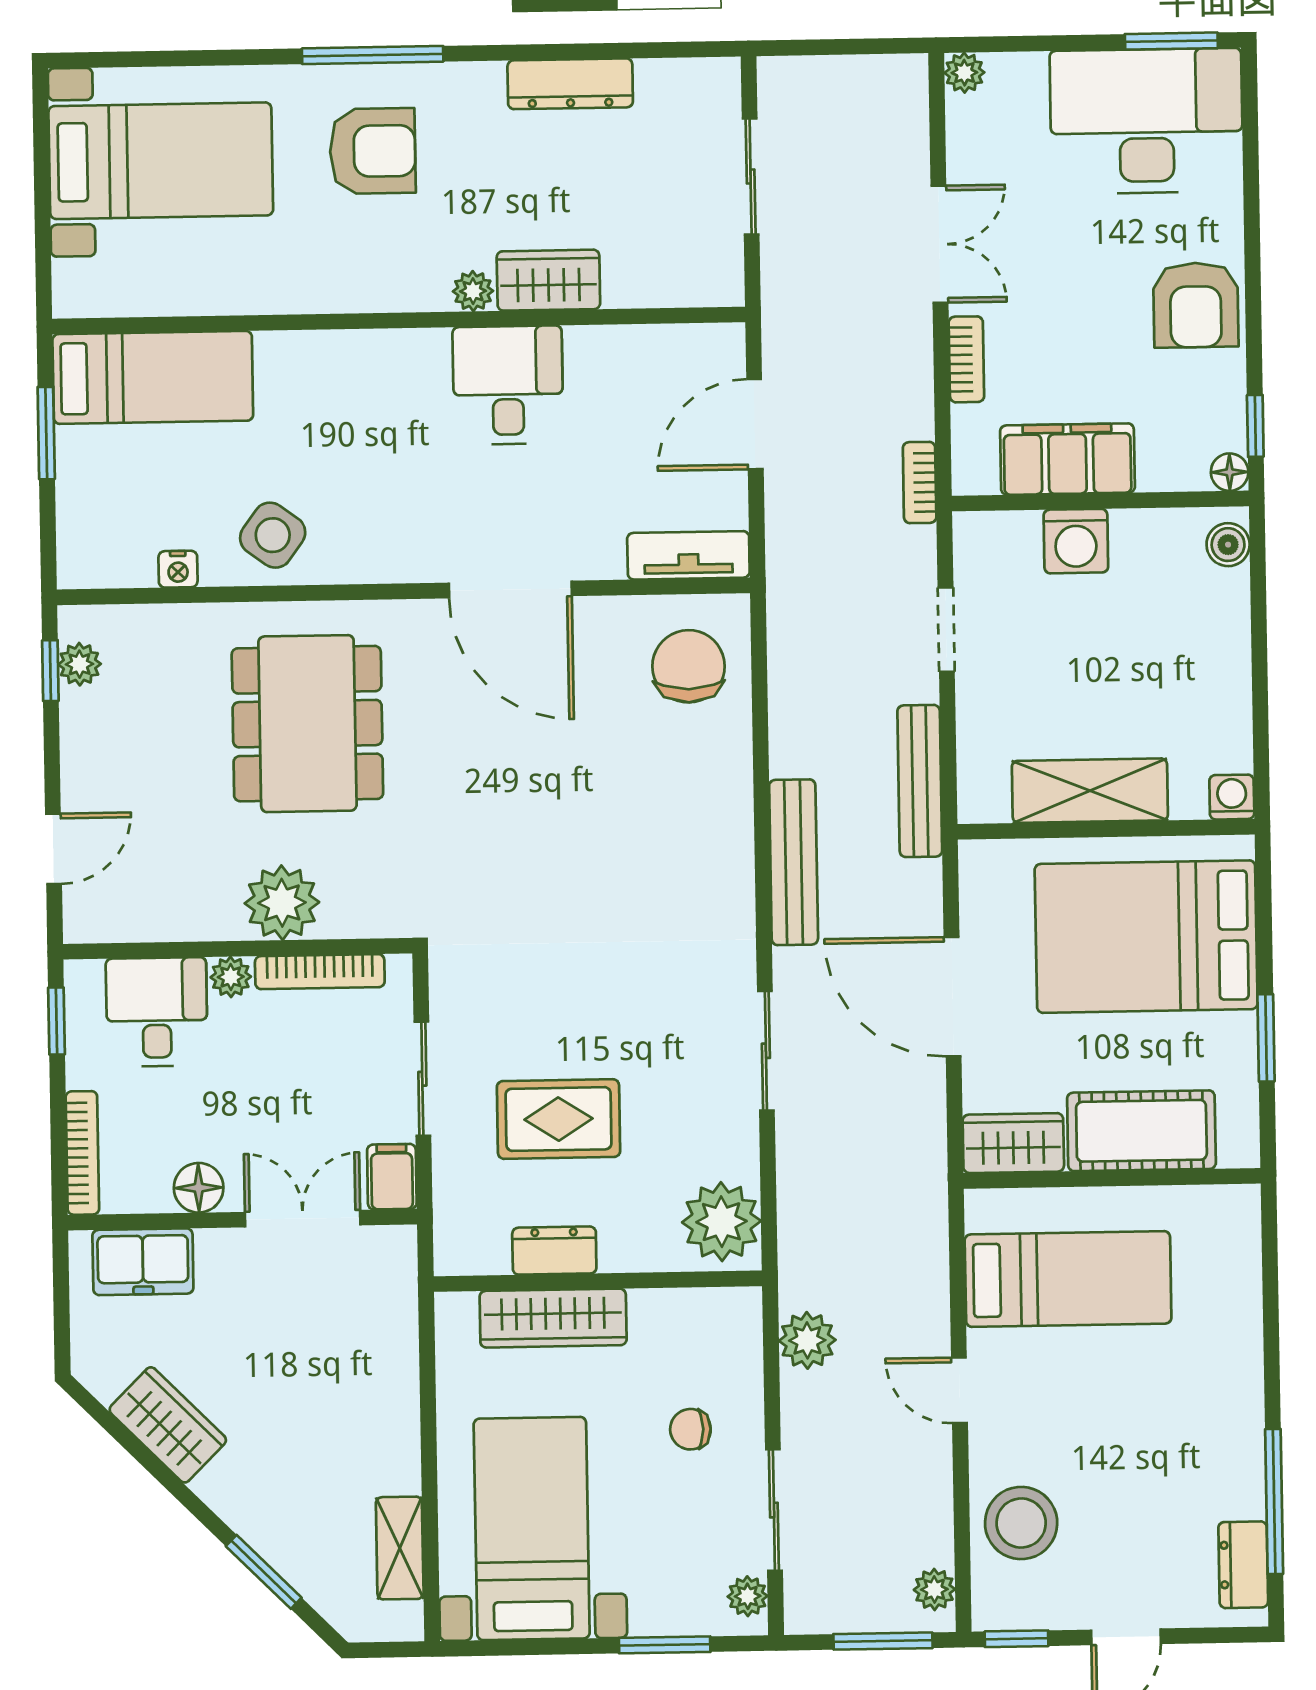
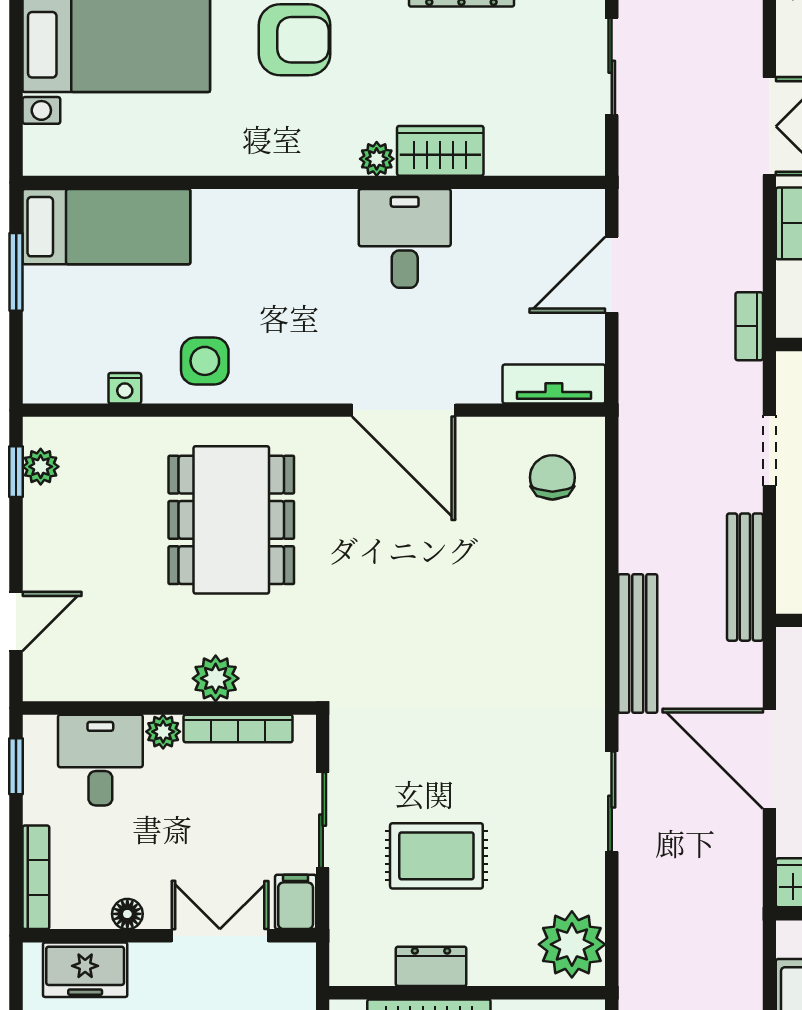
side table: (273, 535) -> (205, 361), turned -36
chair: (689, 666) -> (552, 477), width x0.73, depth x0.73
plant: (282, 903) -> (216, 678), width x0.73, depth x0.73
floor lamp: (199, 1188) -> (127, 914), width x0.73, depth x0.73

